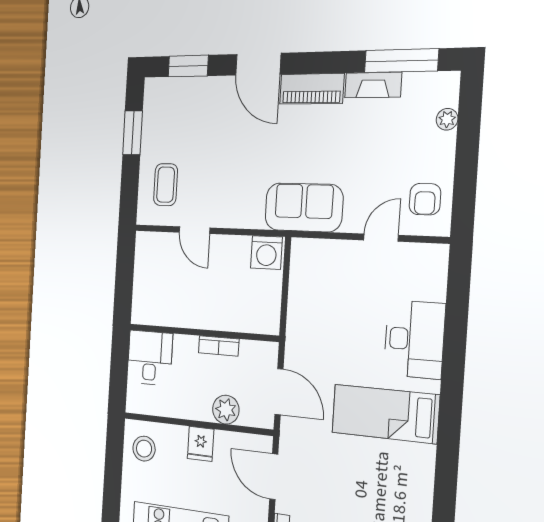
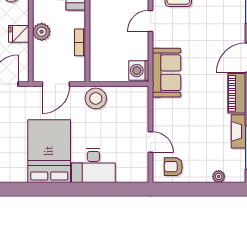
sofa: (304, 207) -> (167, 73), moved
stool: (305, 327) -> (96, 98), added
plant: (226, 410) -> (42, 32), moved
bed: (385, 414) -> (49, 151), width x1.50

